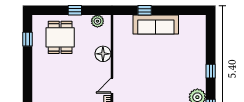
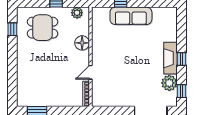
dining table: (60, 37) -> (42, 28), turned 90
fireplace: (199, 70) -> (171, 58), added

